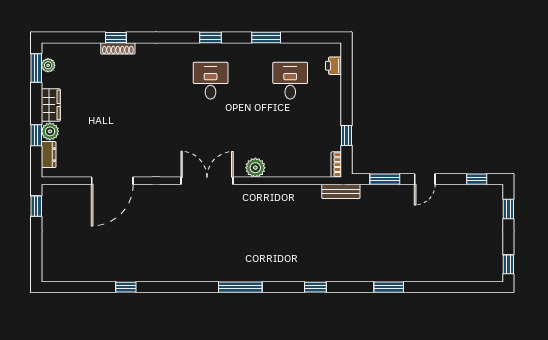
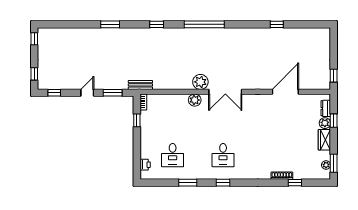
window: (116, 38) -> (295, 183), moved
plant: (246, 196) -> (200, 82), added
window: (240, 287) -> (204, 24), width x1.46

